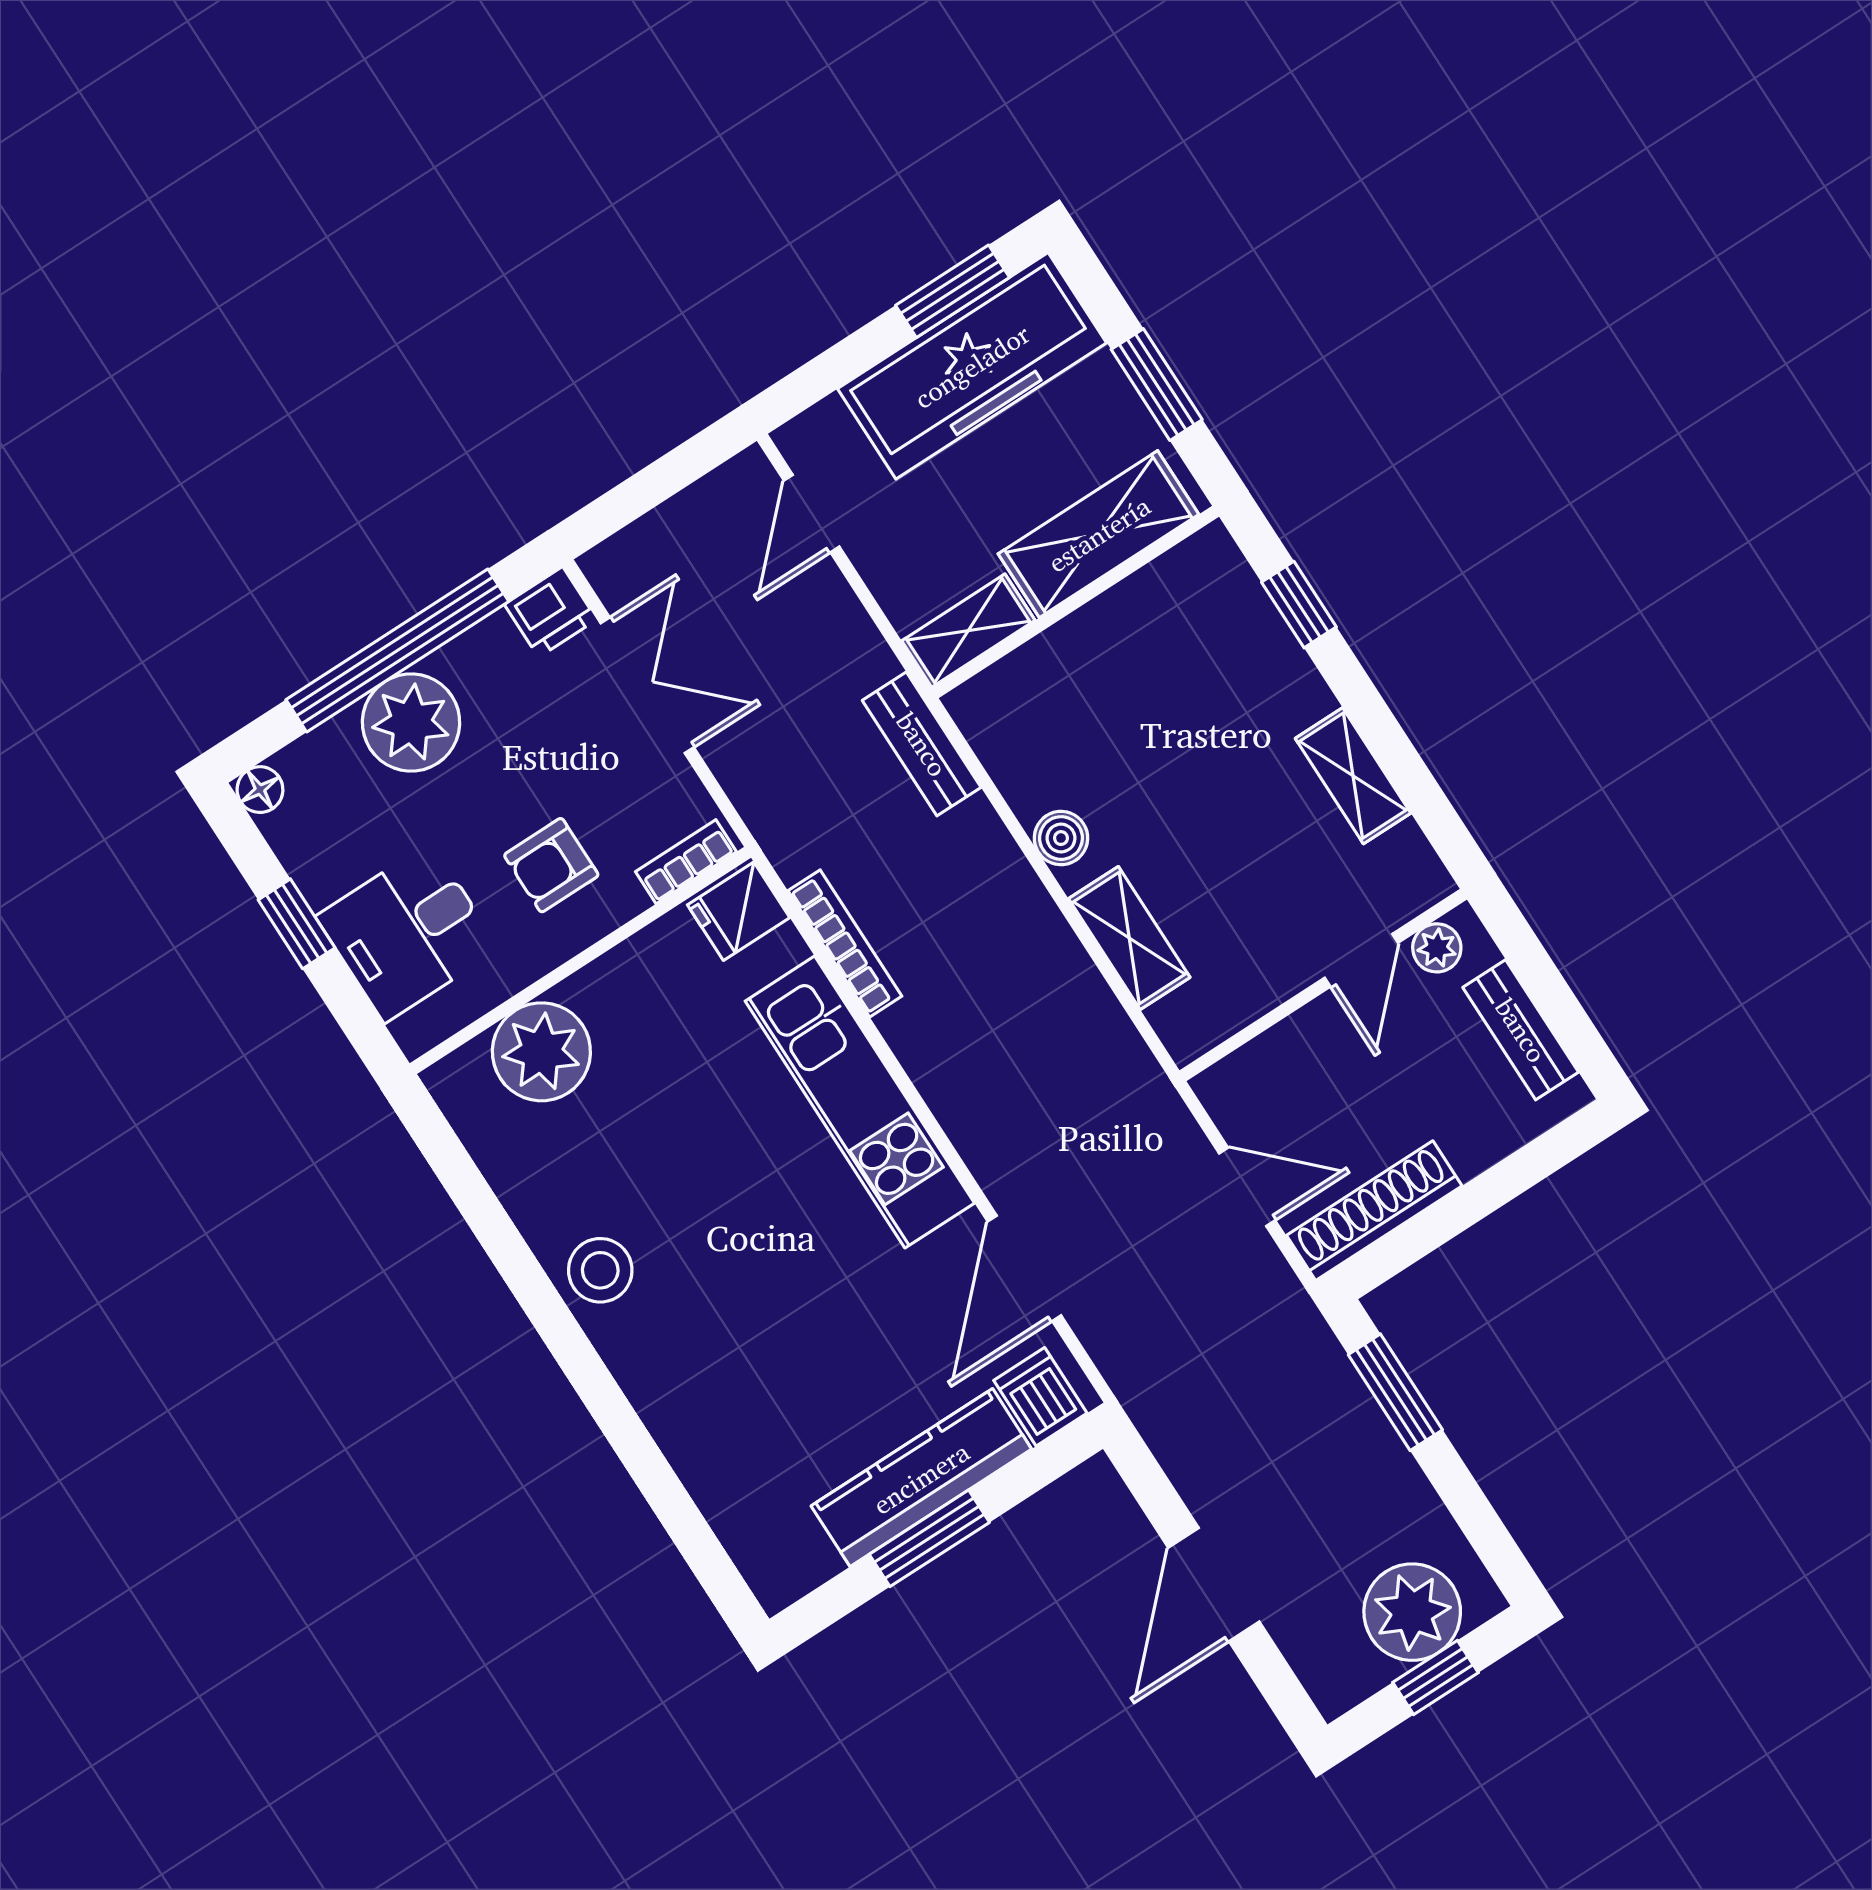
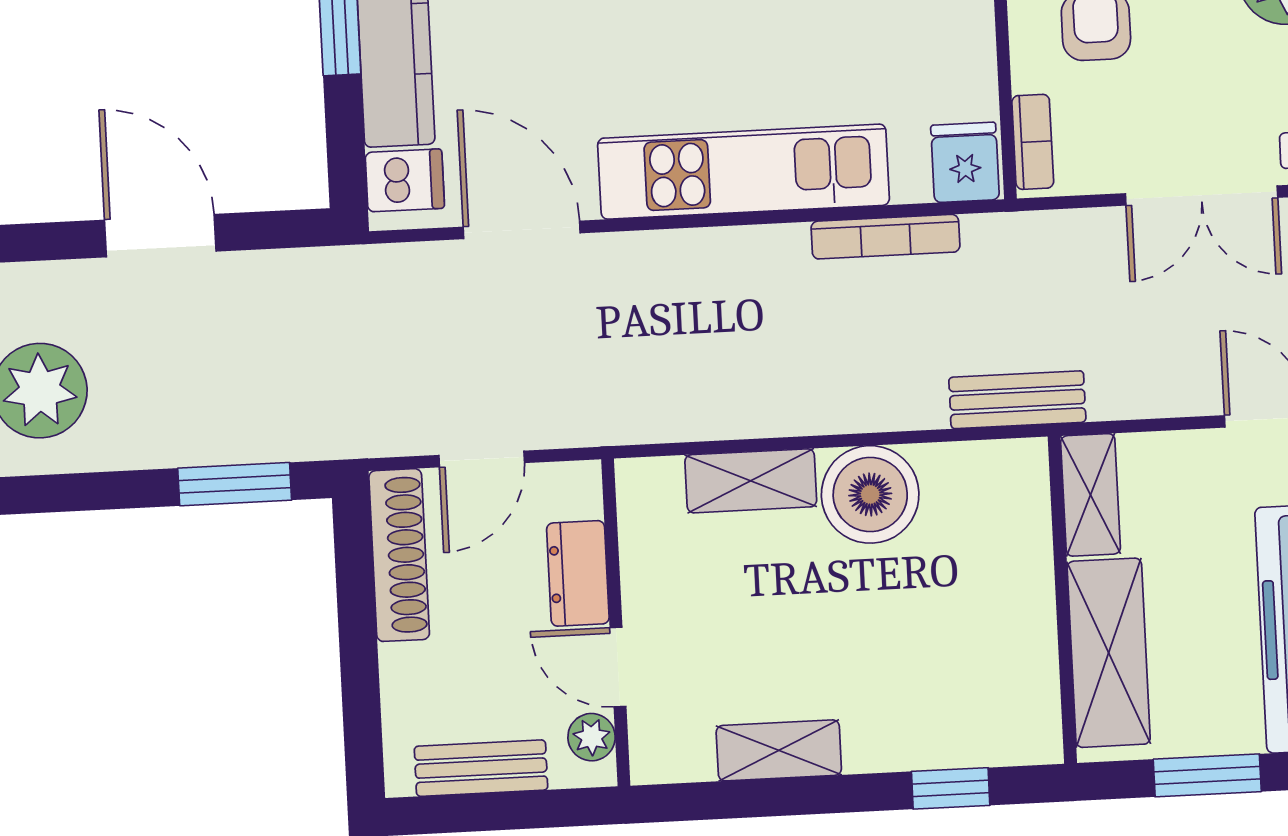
boiler: (1061, 838) -> (870, 494), width x1.86, depth x1.86
dresser: (1299, 1044) -> (578, 573), added

